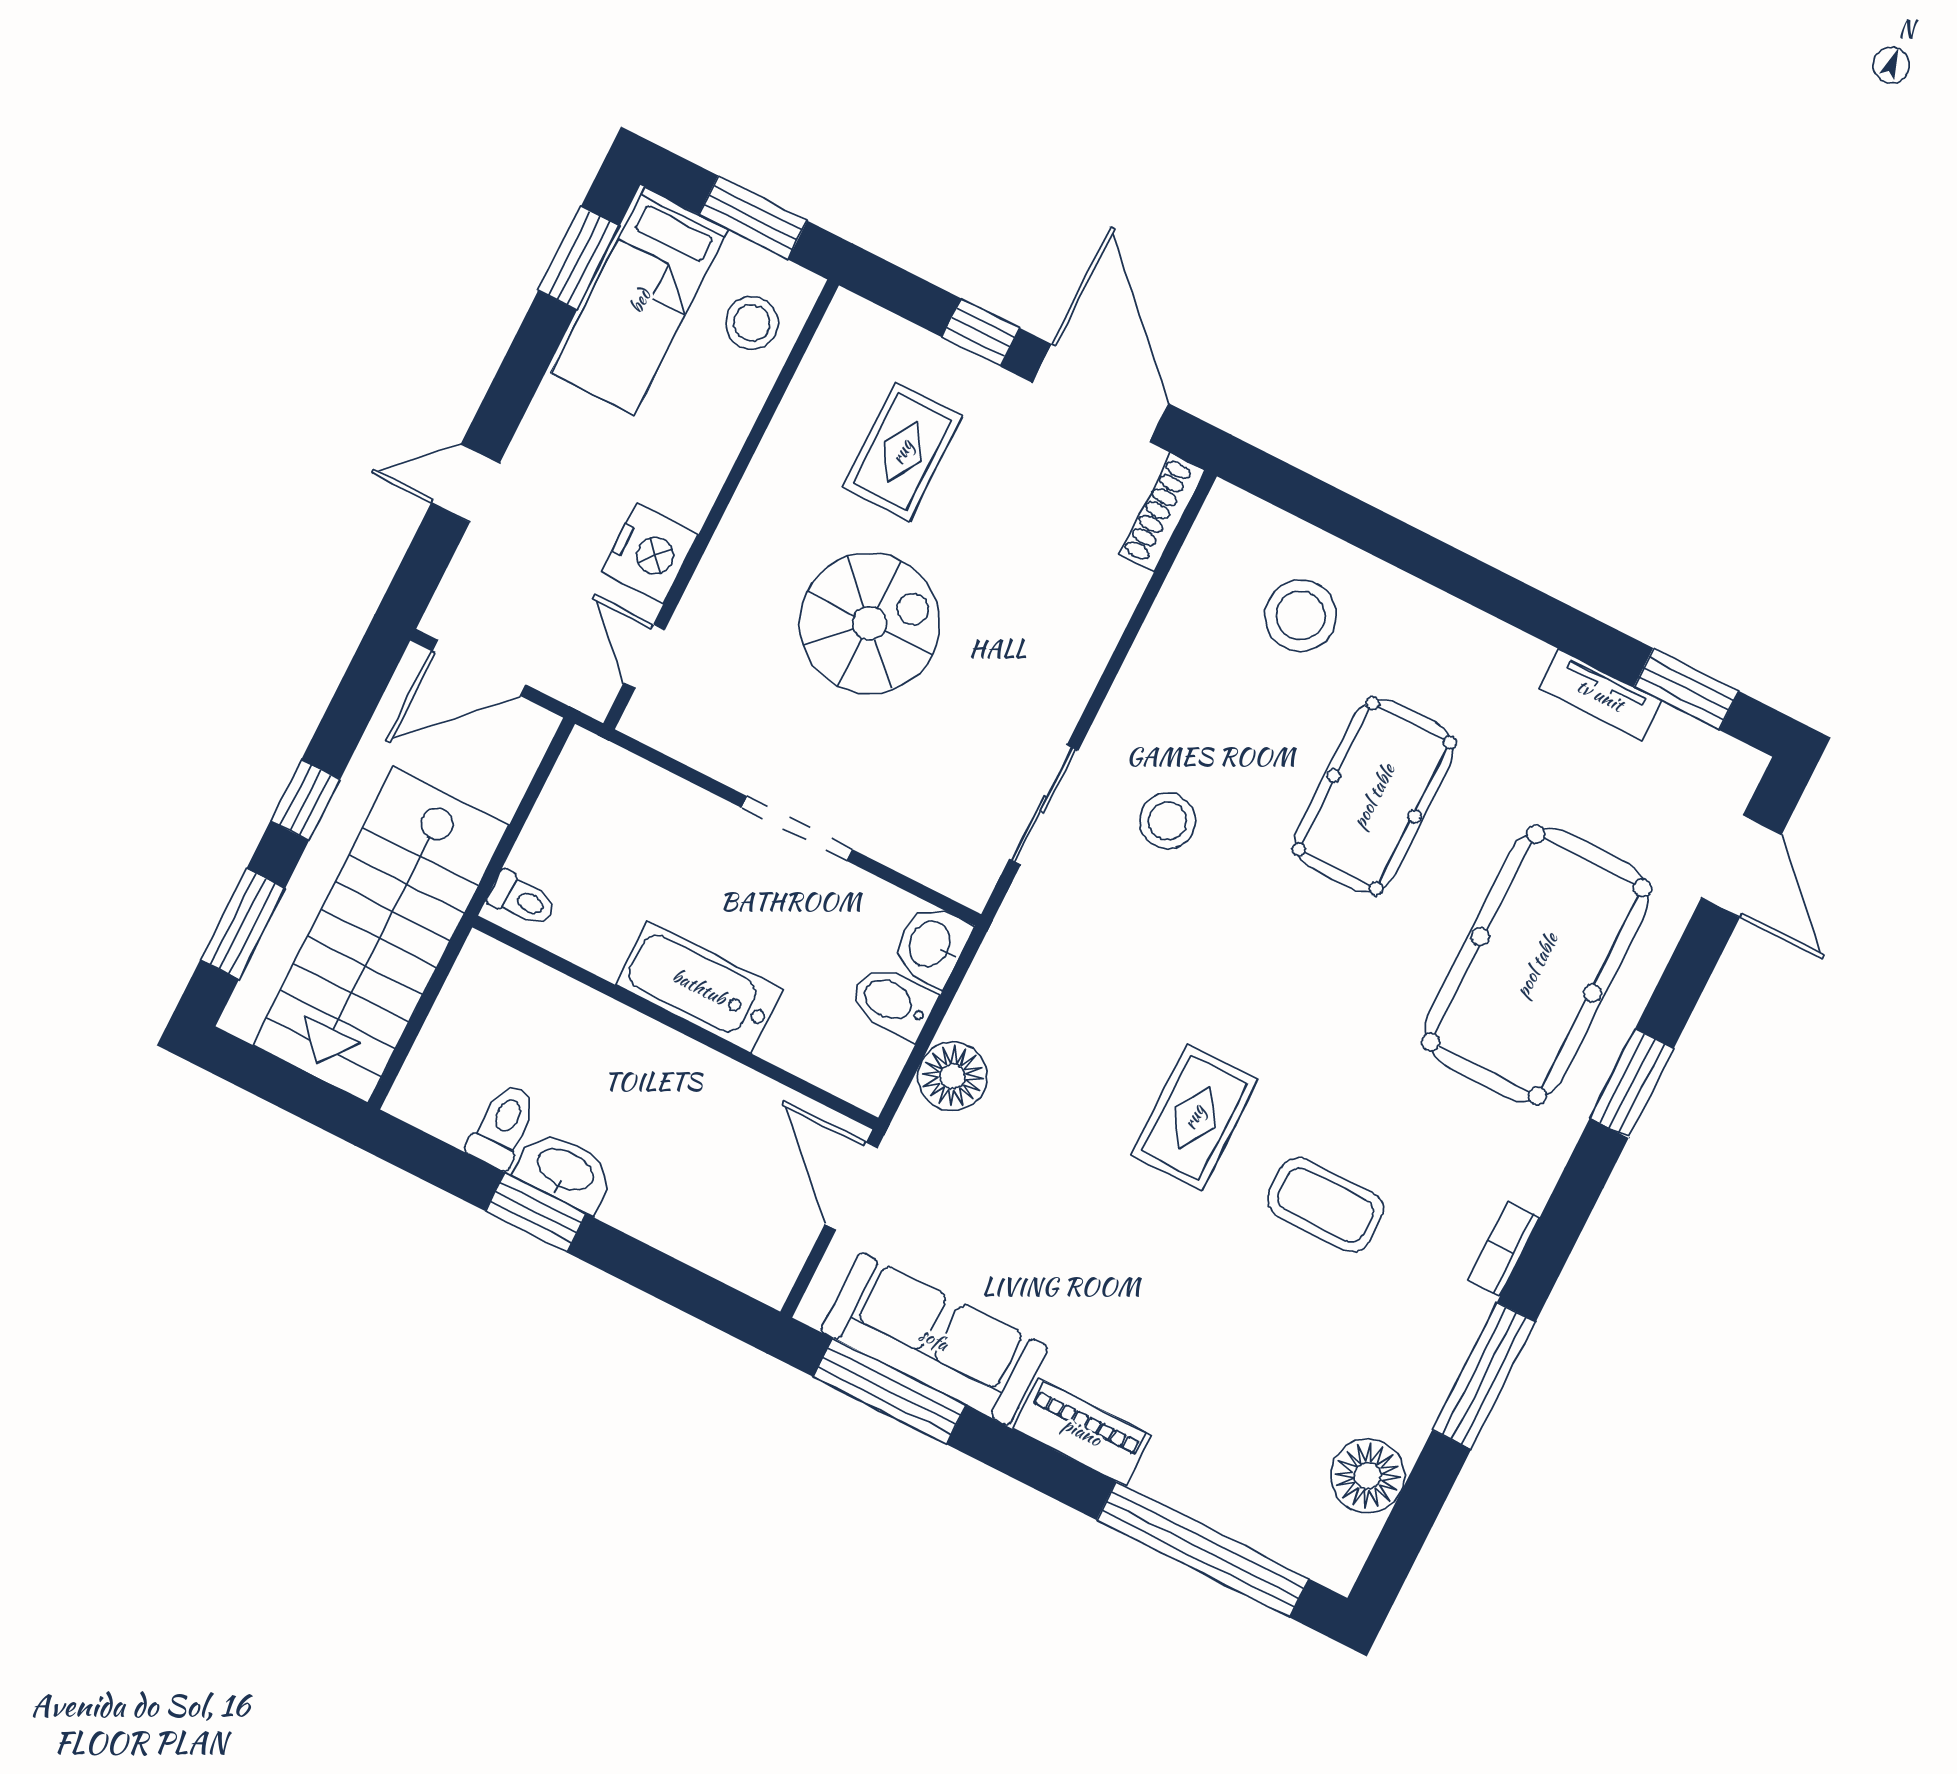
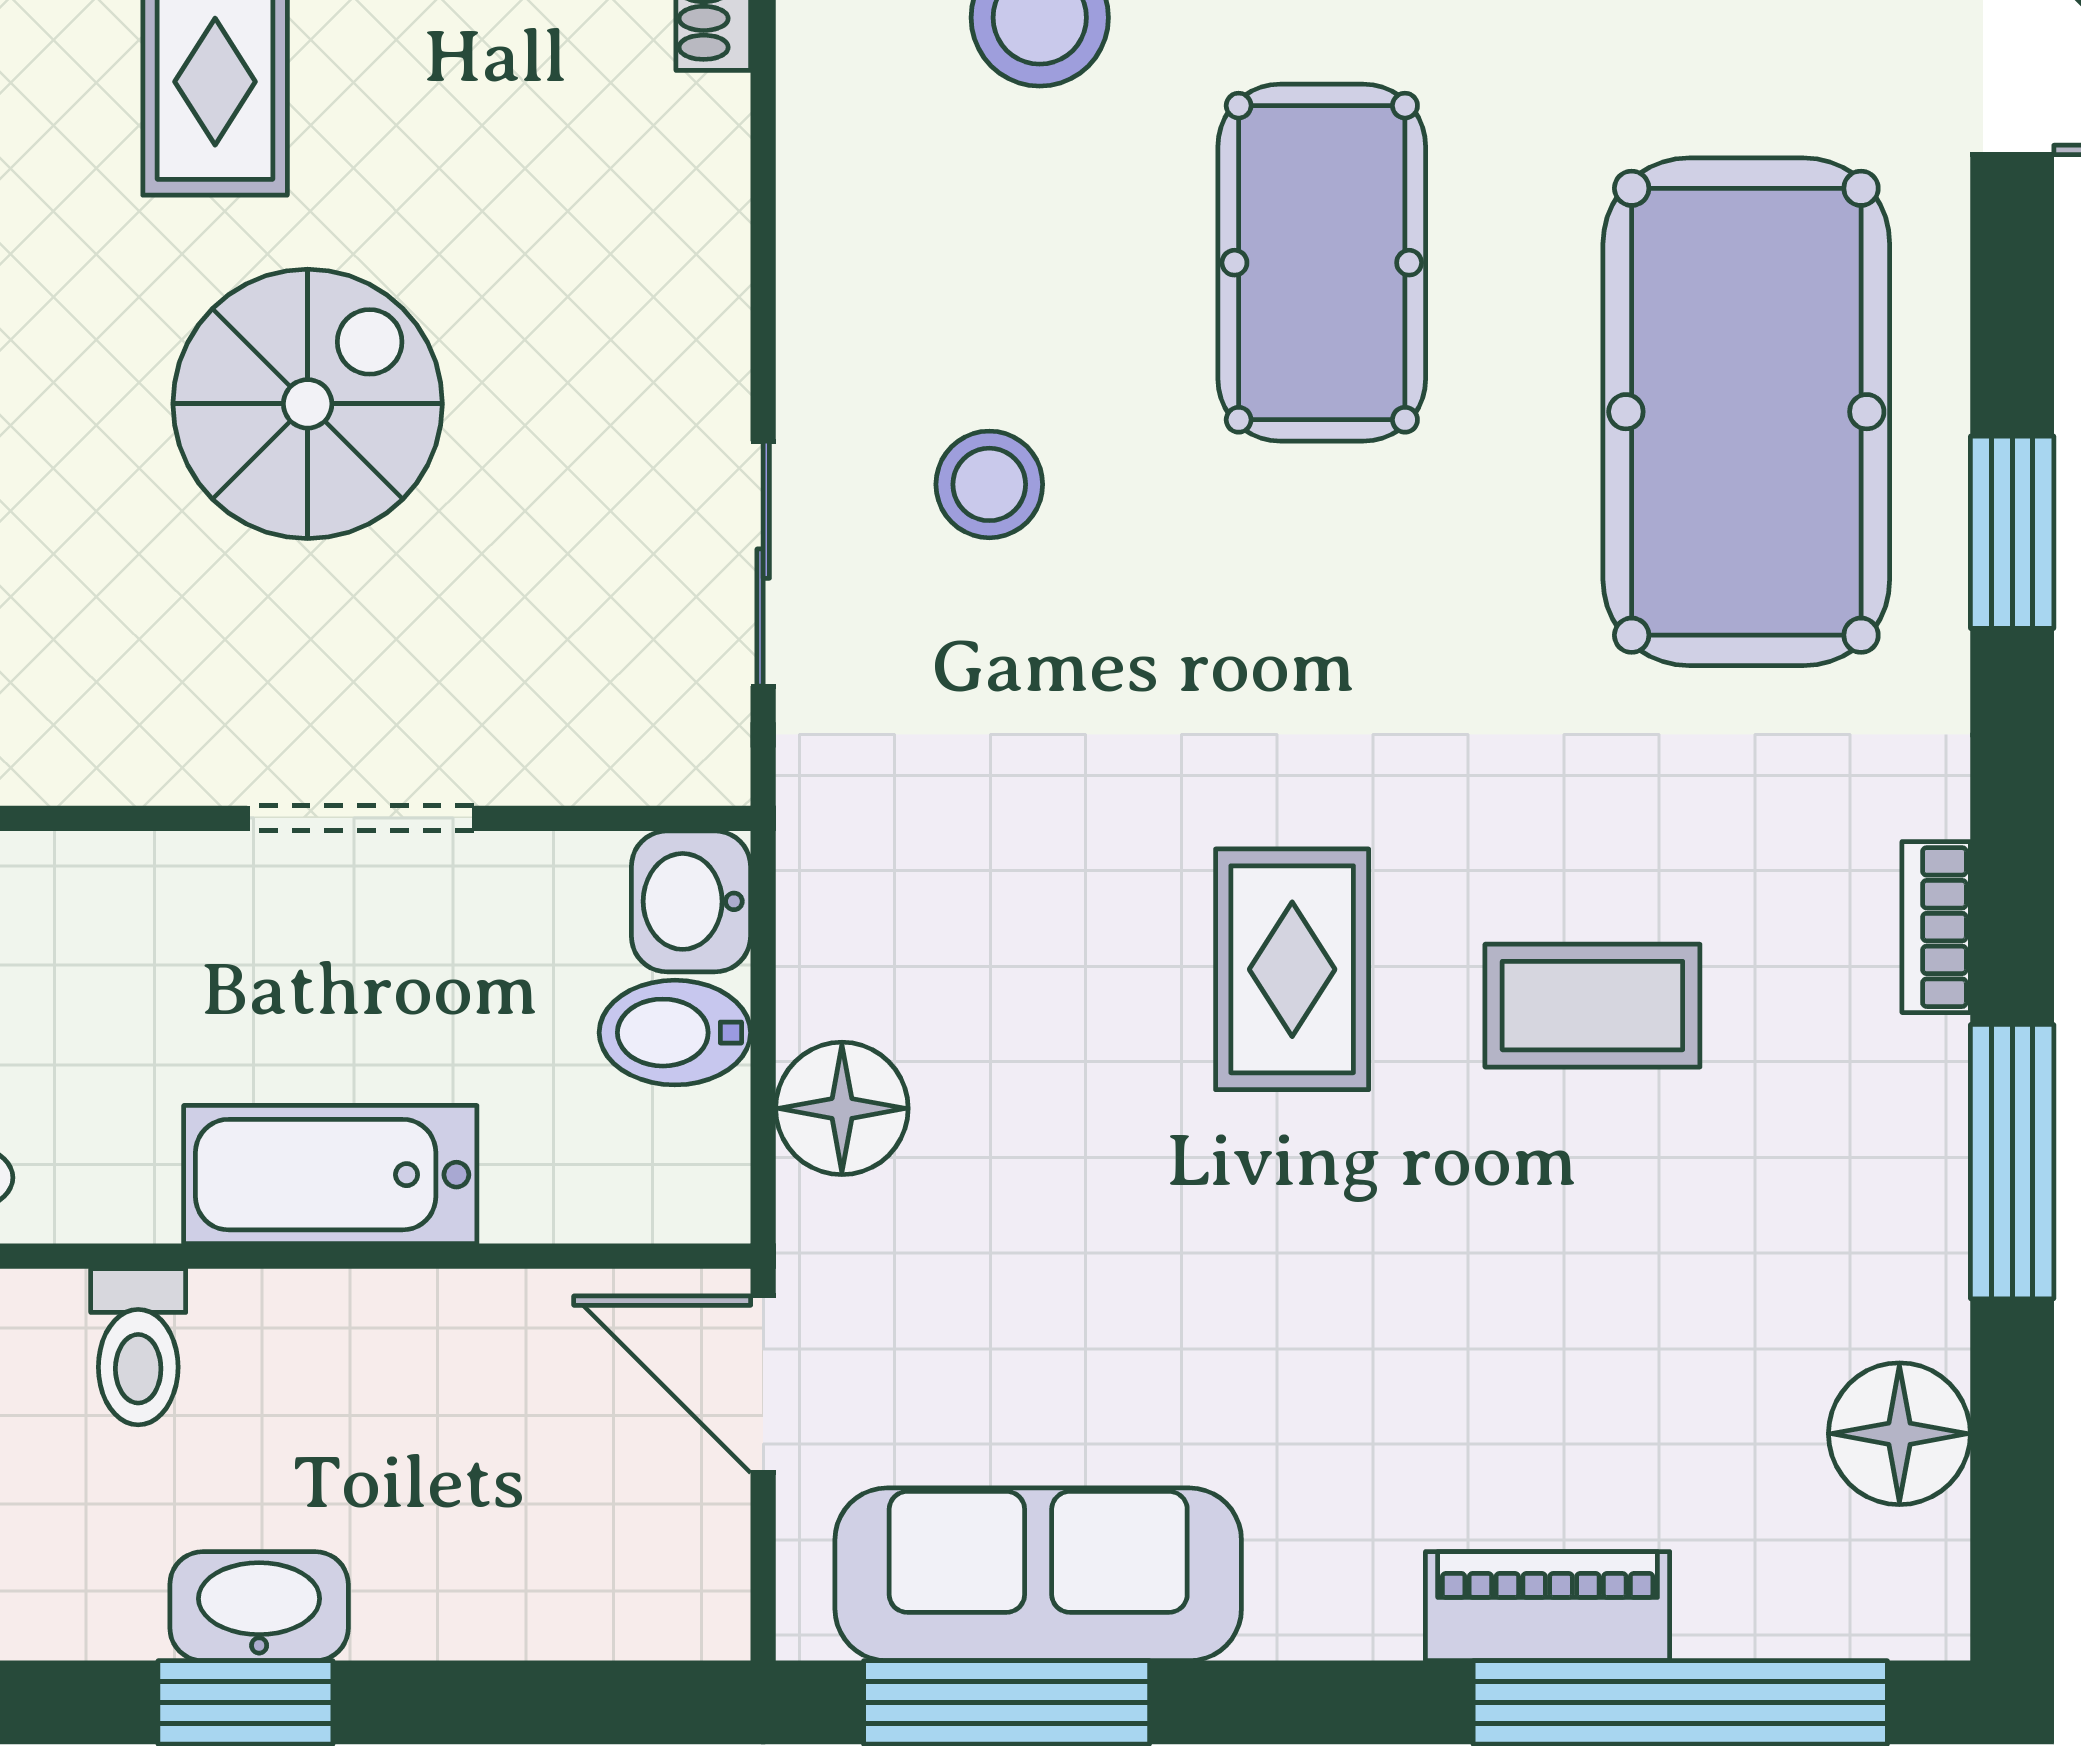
toilet: (503, 1126) -> (138, 1347), moved, turned 180
piano: (1082, 1432) -> (1548, 1606), moved

